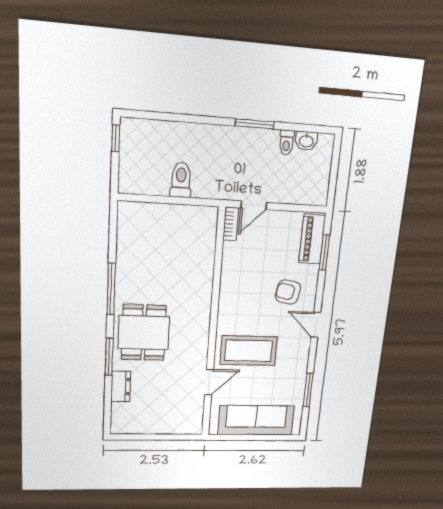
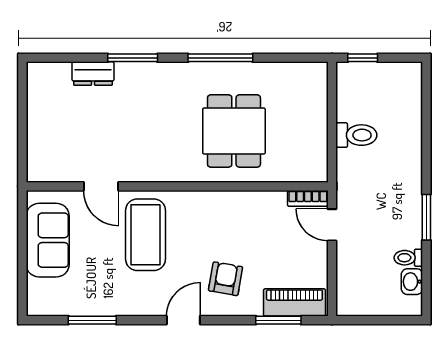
window: (116, 138) -> (363, 58), moved
dining table: (144, 333) -> (234, 131), moved, turned 90
sofa: (256, 420) -> (48, 240), width x0.73

